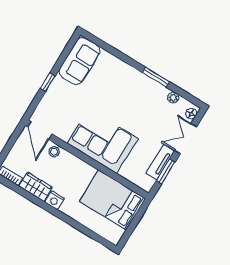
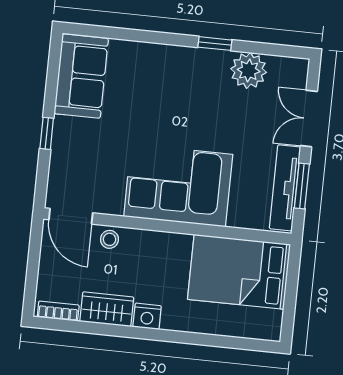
window: (156, 77) -> (215, 44), width x0.67
plant: (173, 98) -> (249, 70), width x1.87, depth x1.87
floor lamp: (191, 114) -> (299, 75), removed
tv unit: (160, 162) -> (285, 188), width x1.41

